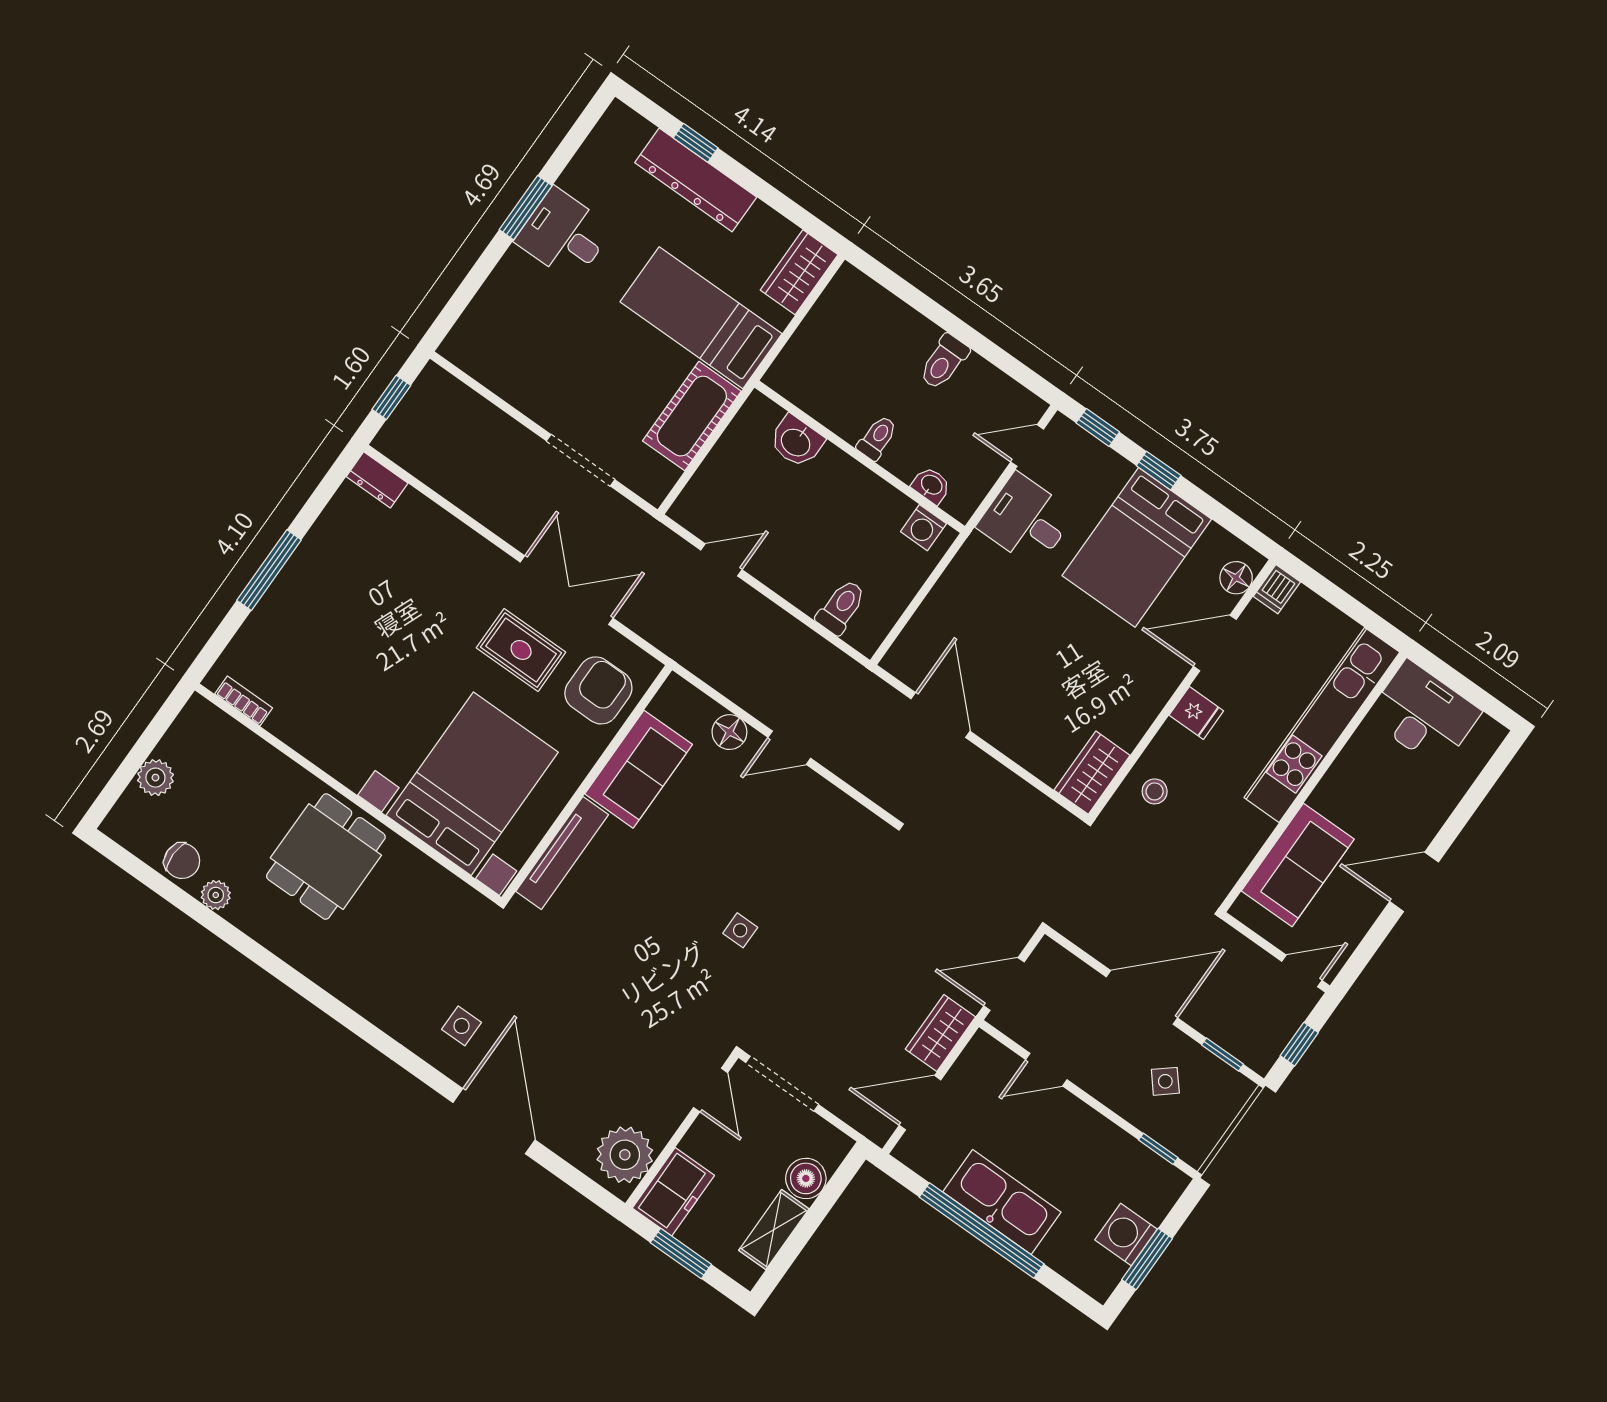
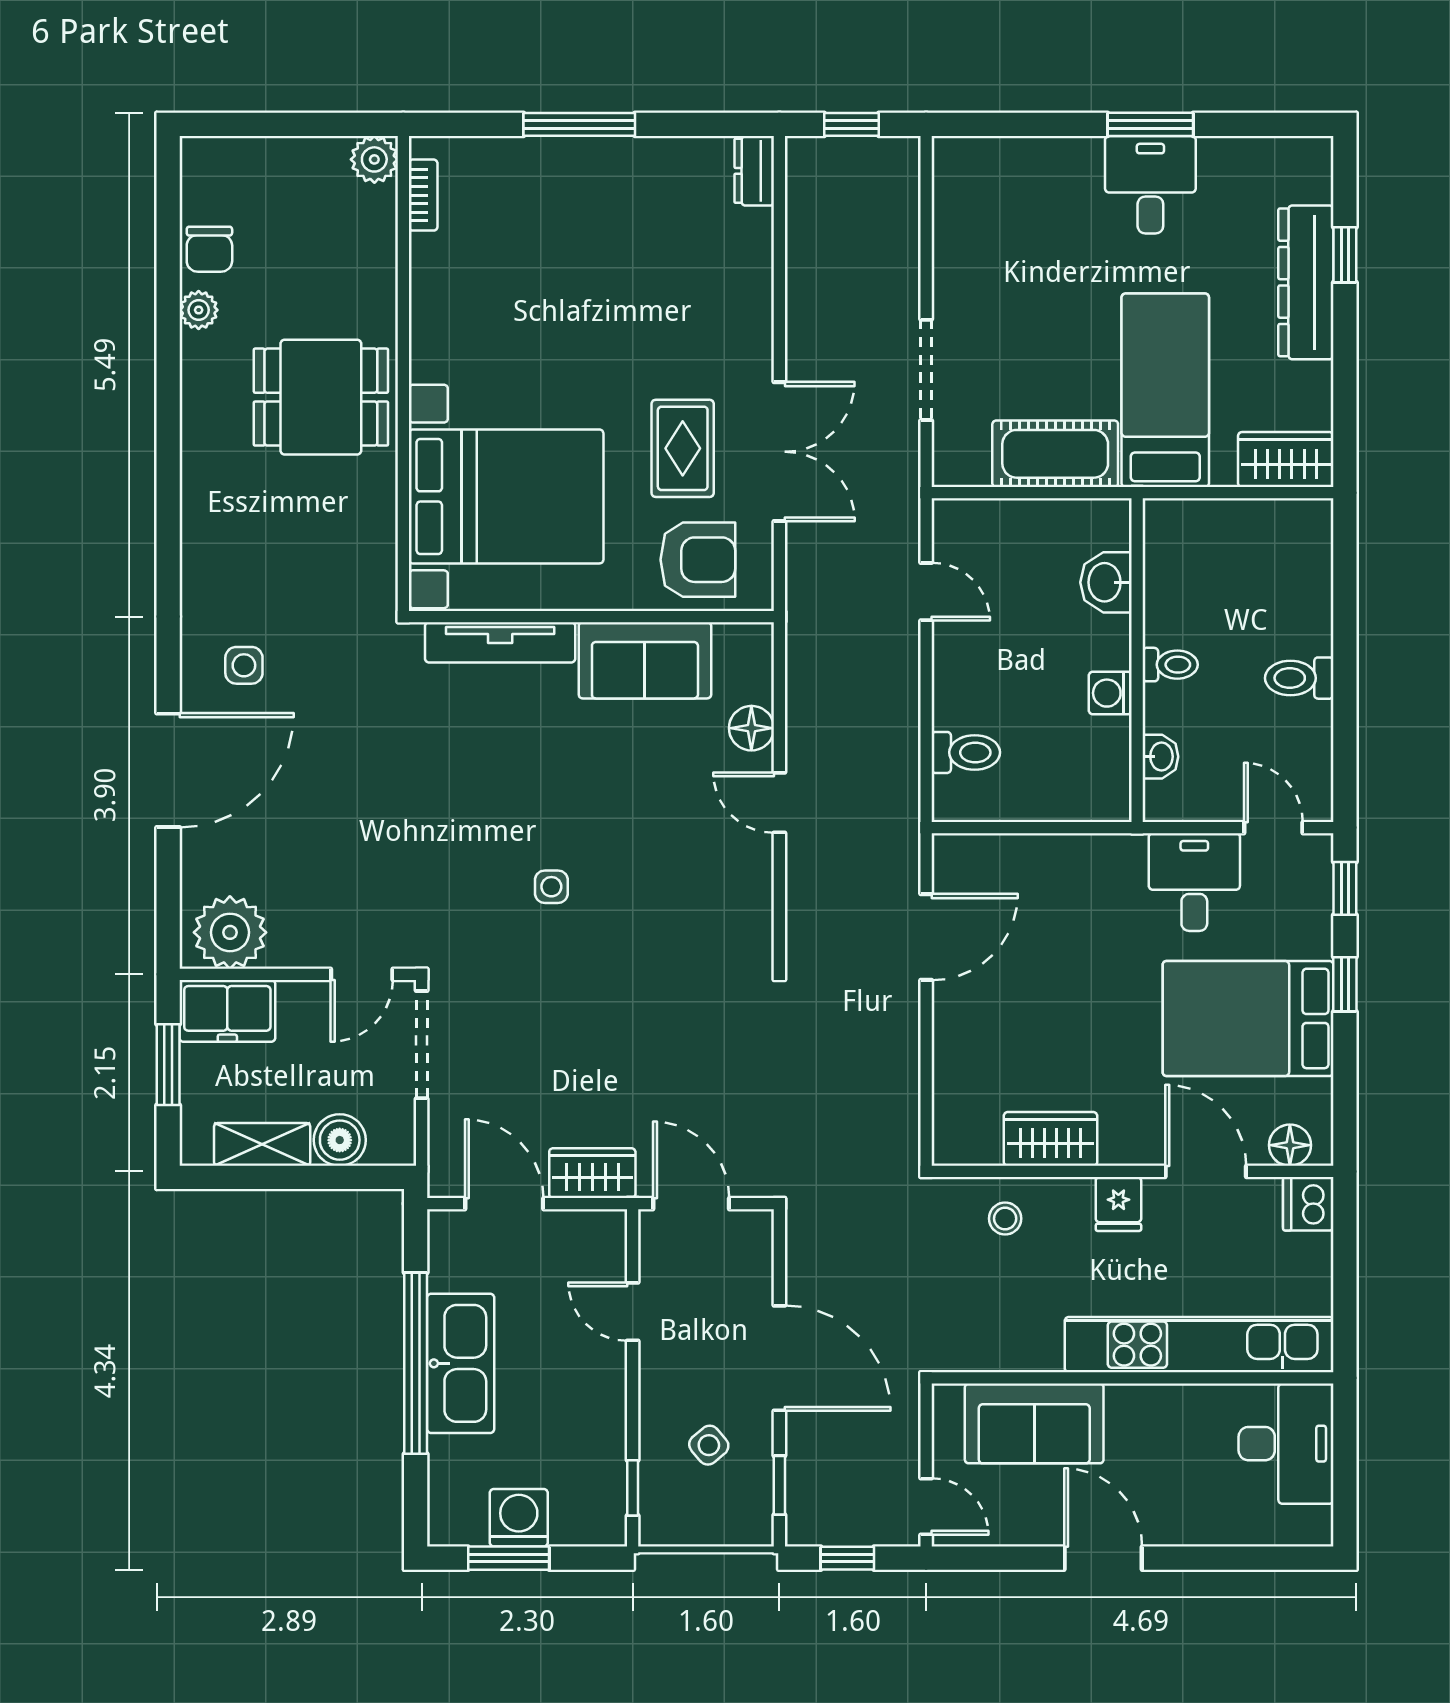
washing machine: (923, 528) -> (1110, 693), moved
dishwasher: (1277, 589) -> (1308, 1204), width x1.38
wardrobe: (1092, 773) -> (1050, 1139), moved
plant: (155, 778) -> (374, 159), moved

